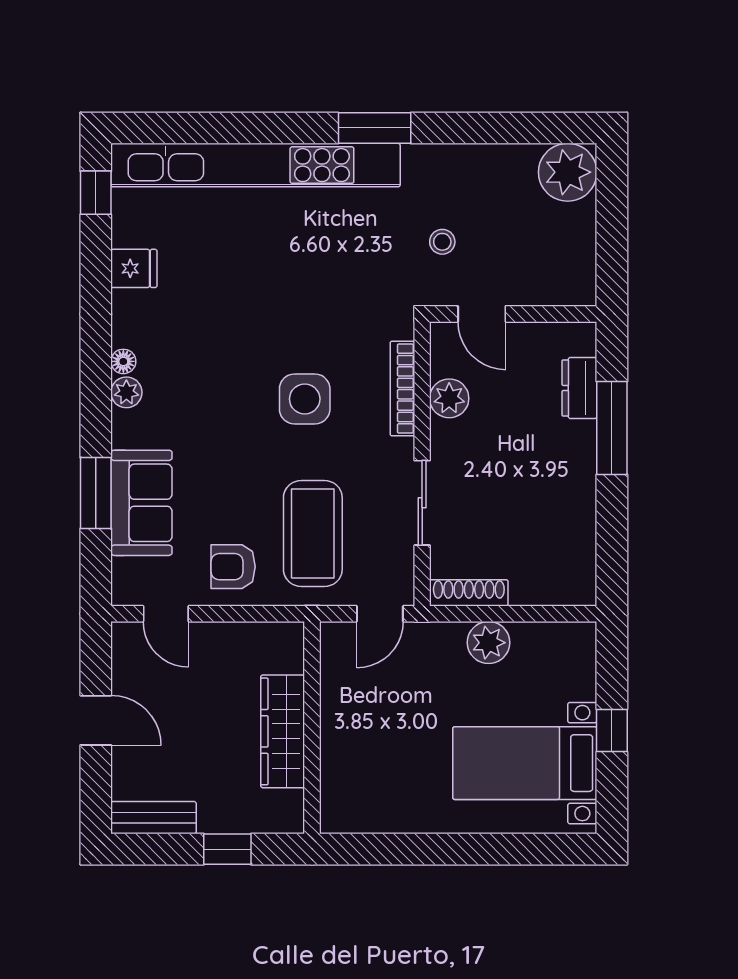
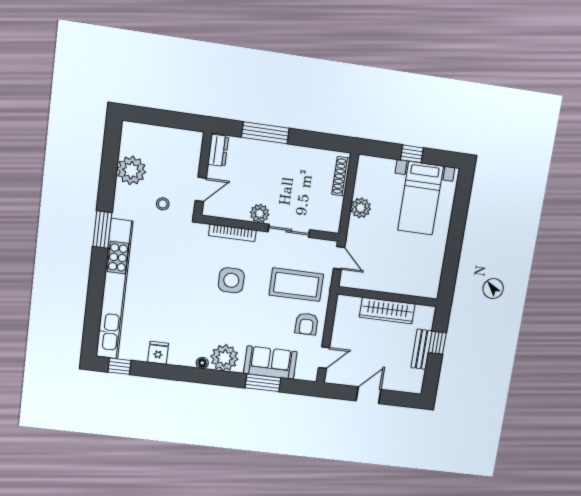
plant: (568, 172) -> (131, 170), moved
dresser: (579, 388) -> (218, 150), moved, turned -90
plant: (126, 392) -> (224, 358), width x1.87, depth x1.87
plant: (449, 398) -> (260, 213), moved
shoe rack: (469, 593) -> (341, 176), moved
bench: (154, 818) -> (422, 349), moved

